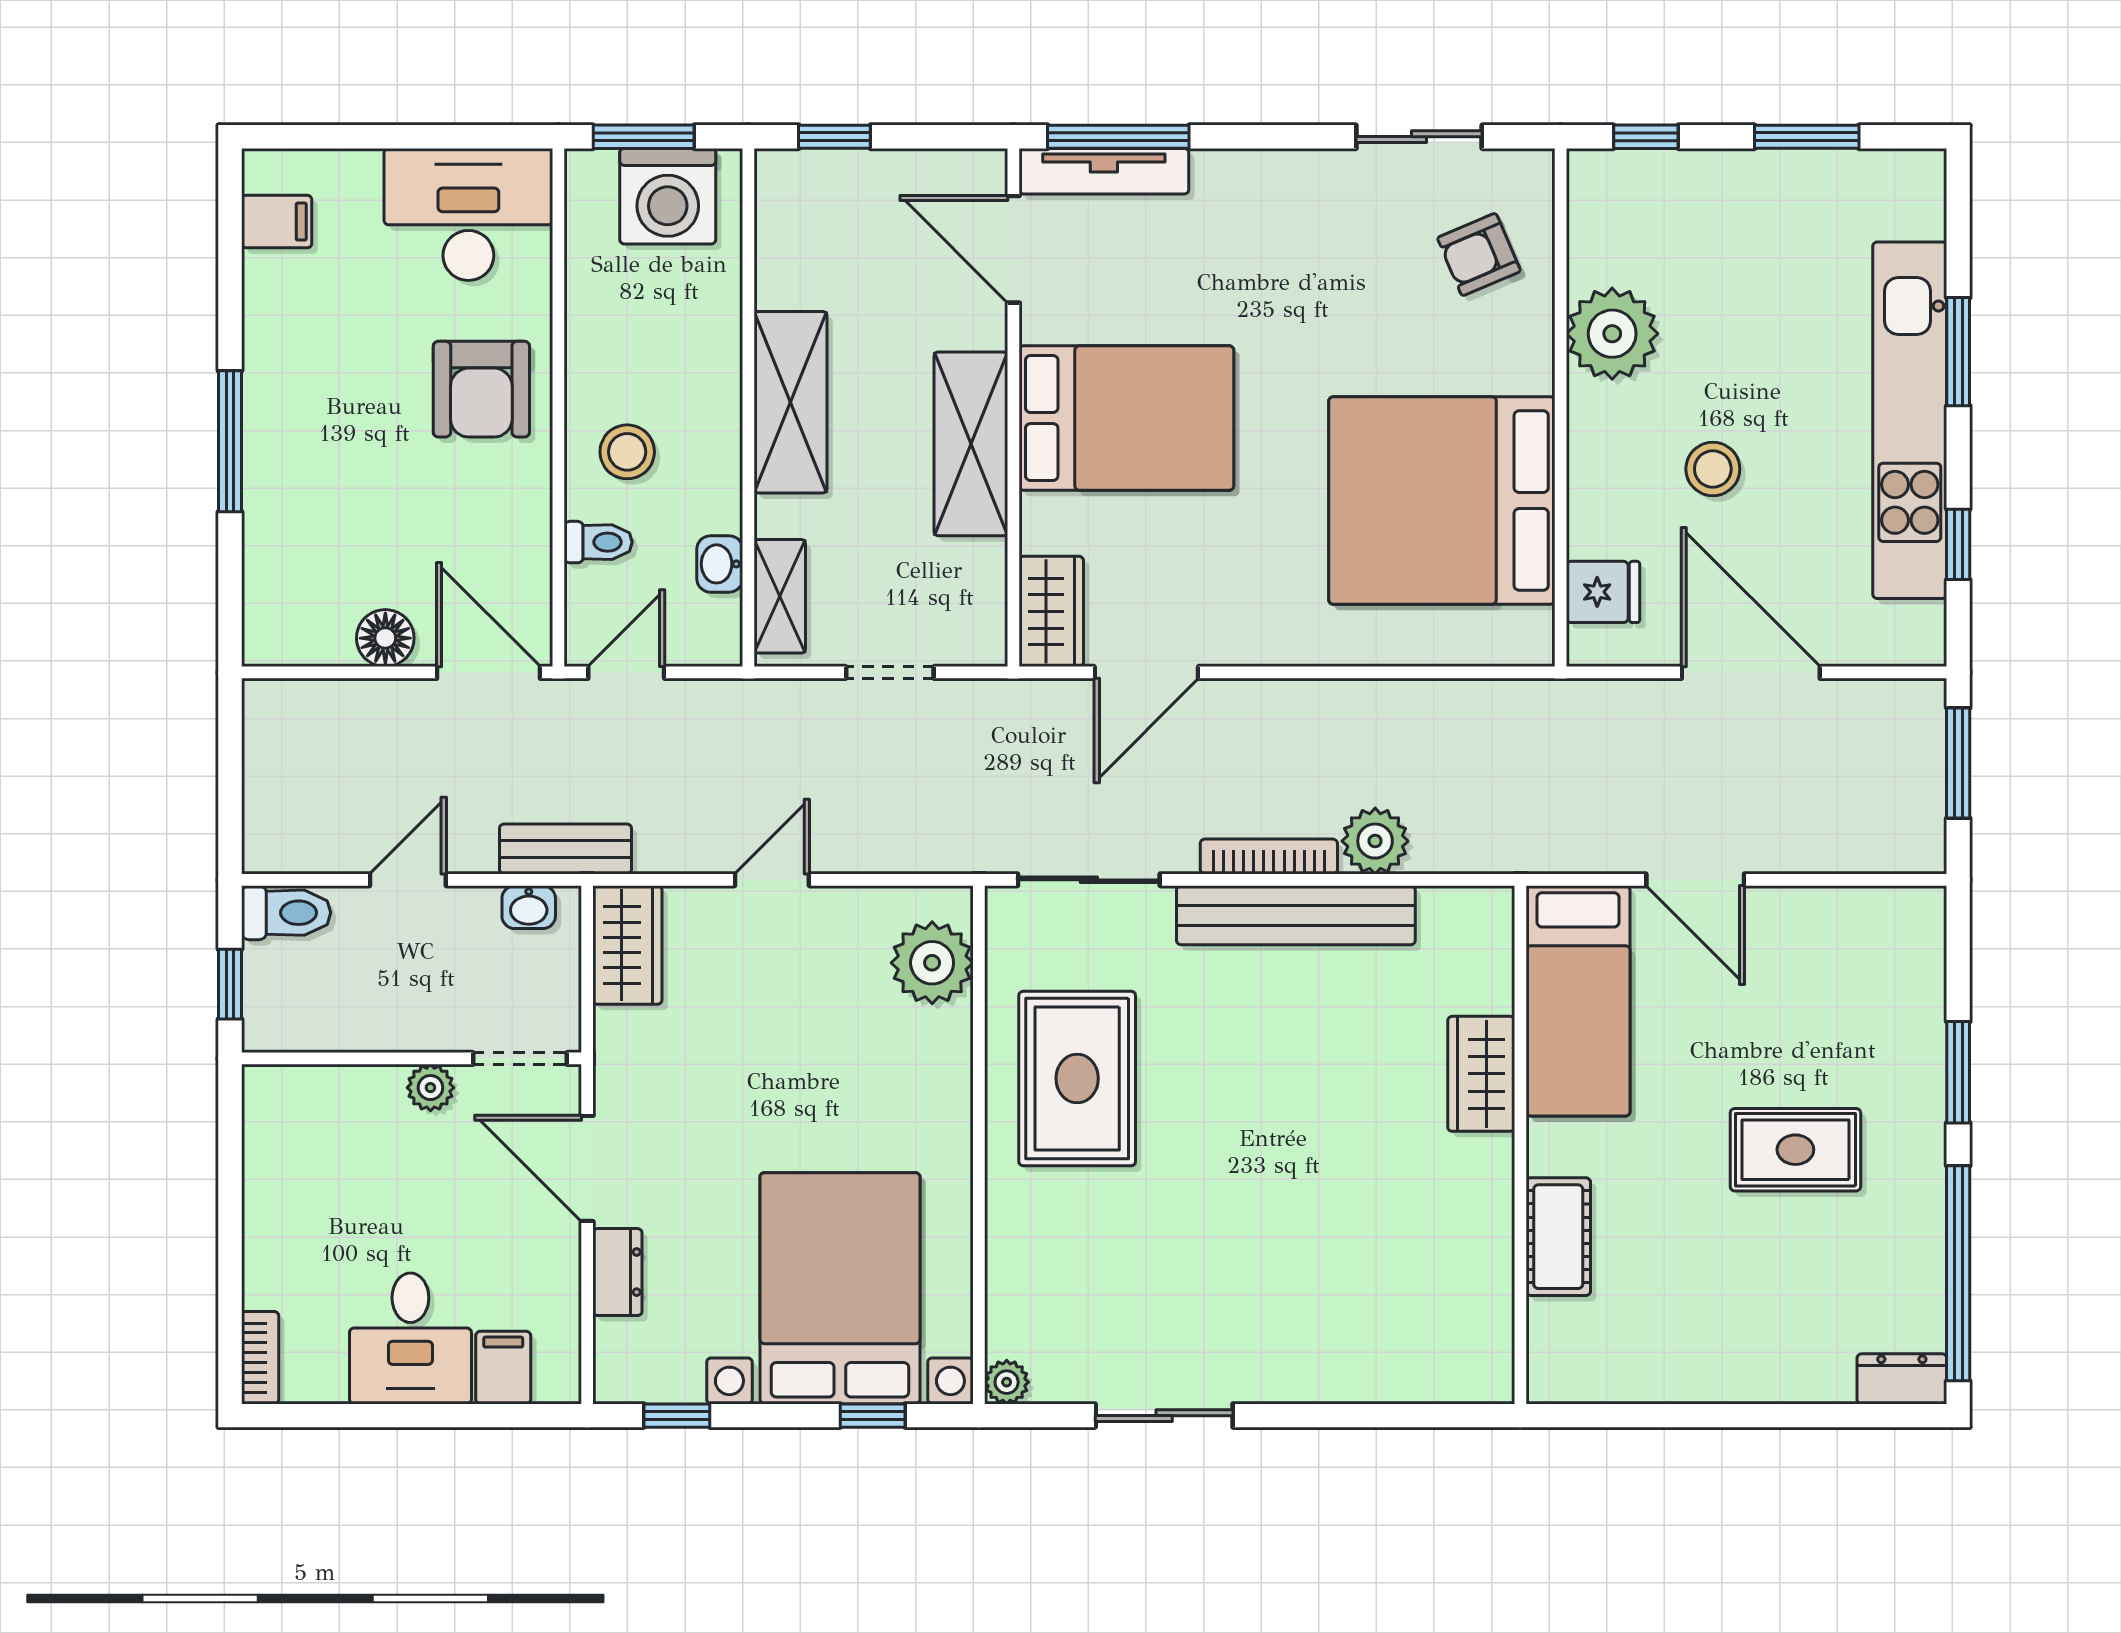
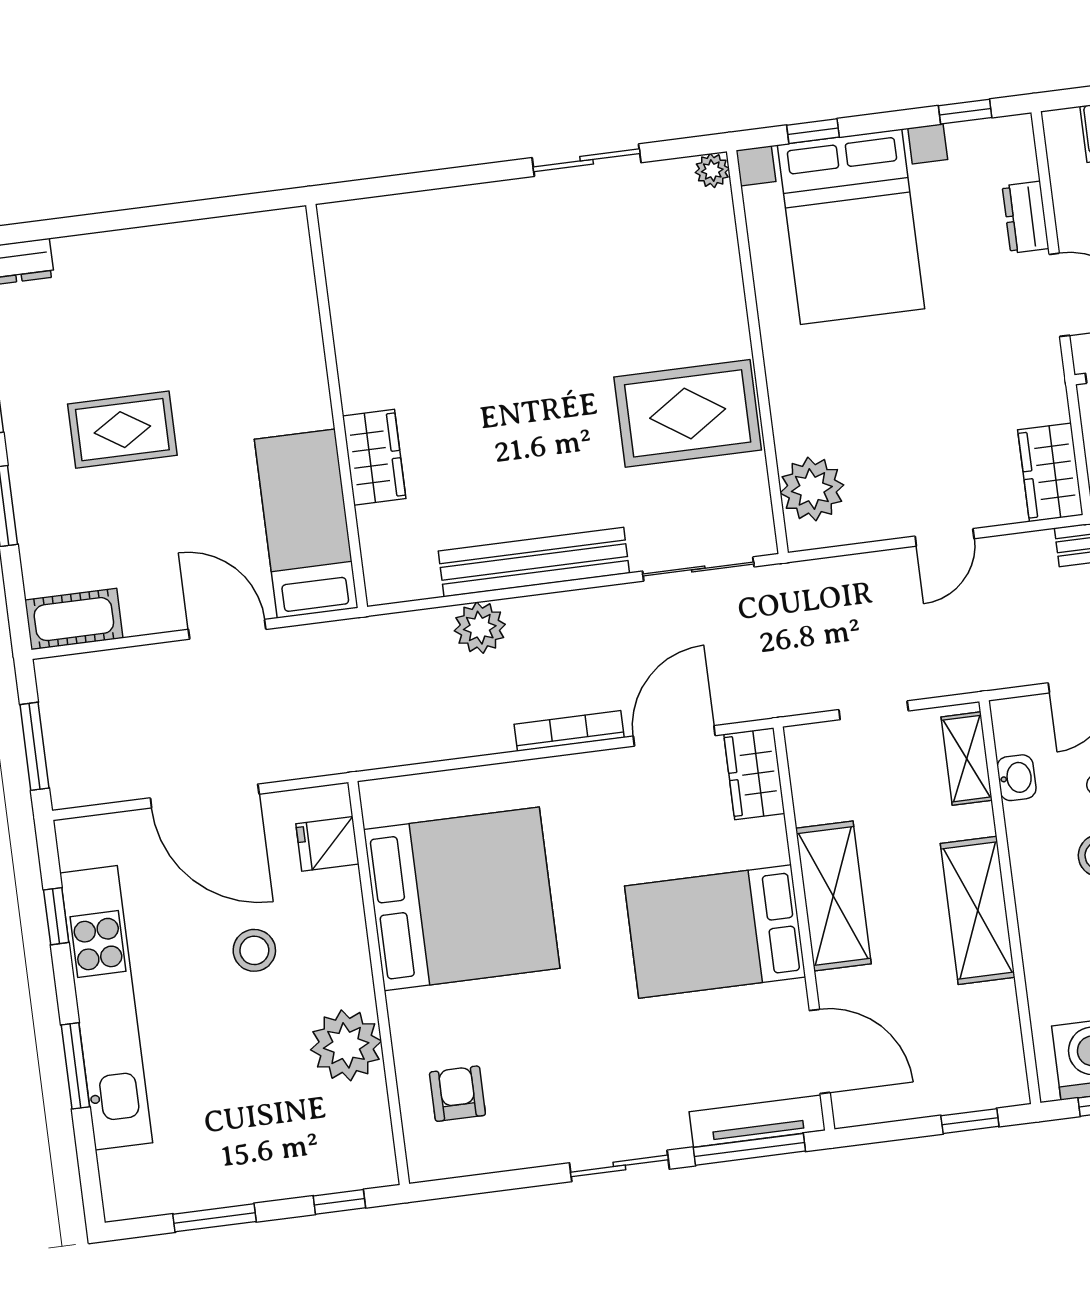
sliding door: (1419, 137) -> (619, 1166), moved
armchair: (1479, 255) -> (457, 1094), turned -67
bookcase: (1269, 857) -> (569, 731), moved, turned 180
rug: (1077, 1078) -> (688, 413), turned 90
cot: (1558, 1237) -> (74, 619), moved, turned 90

